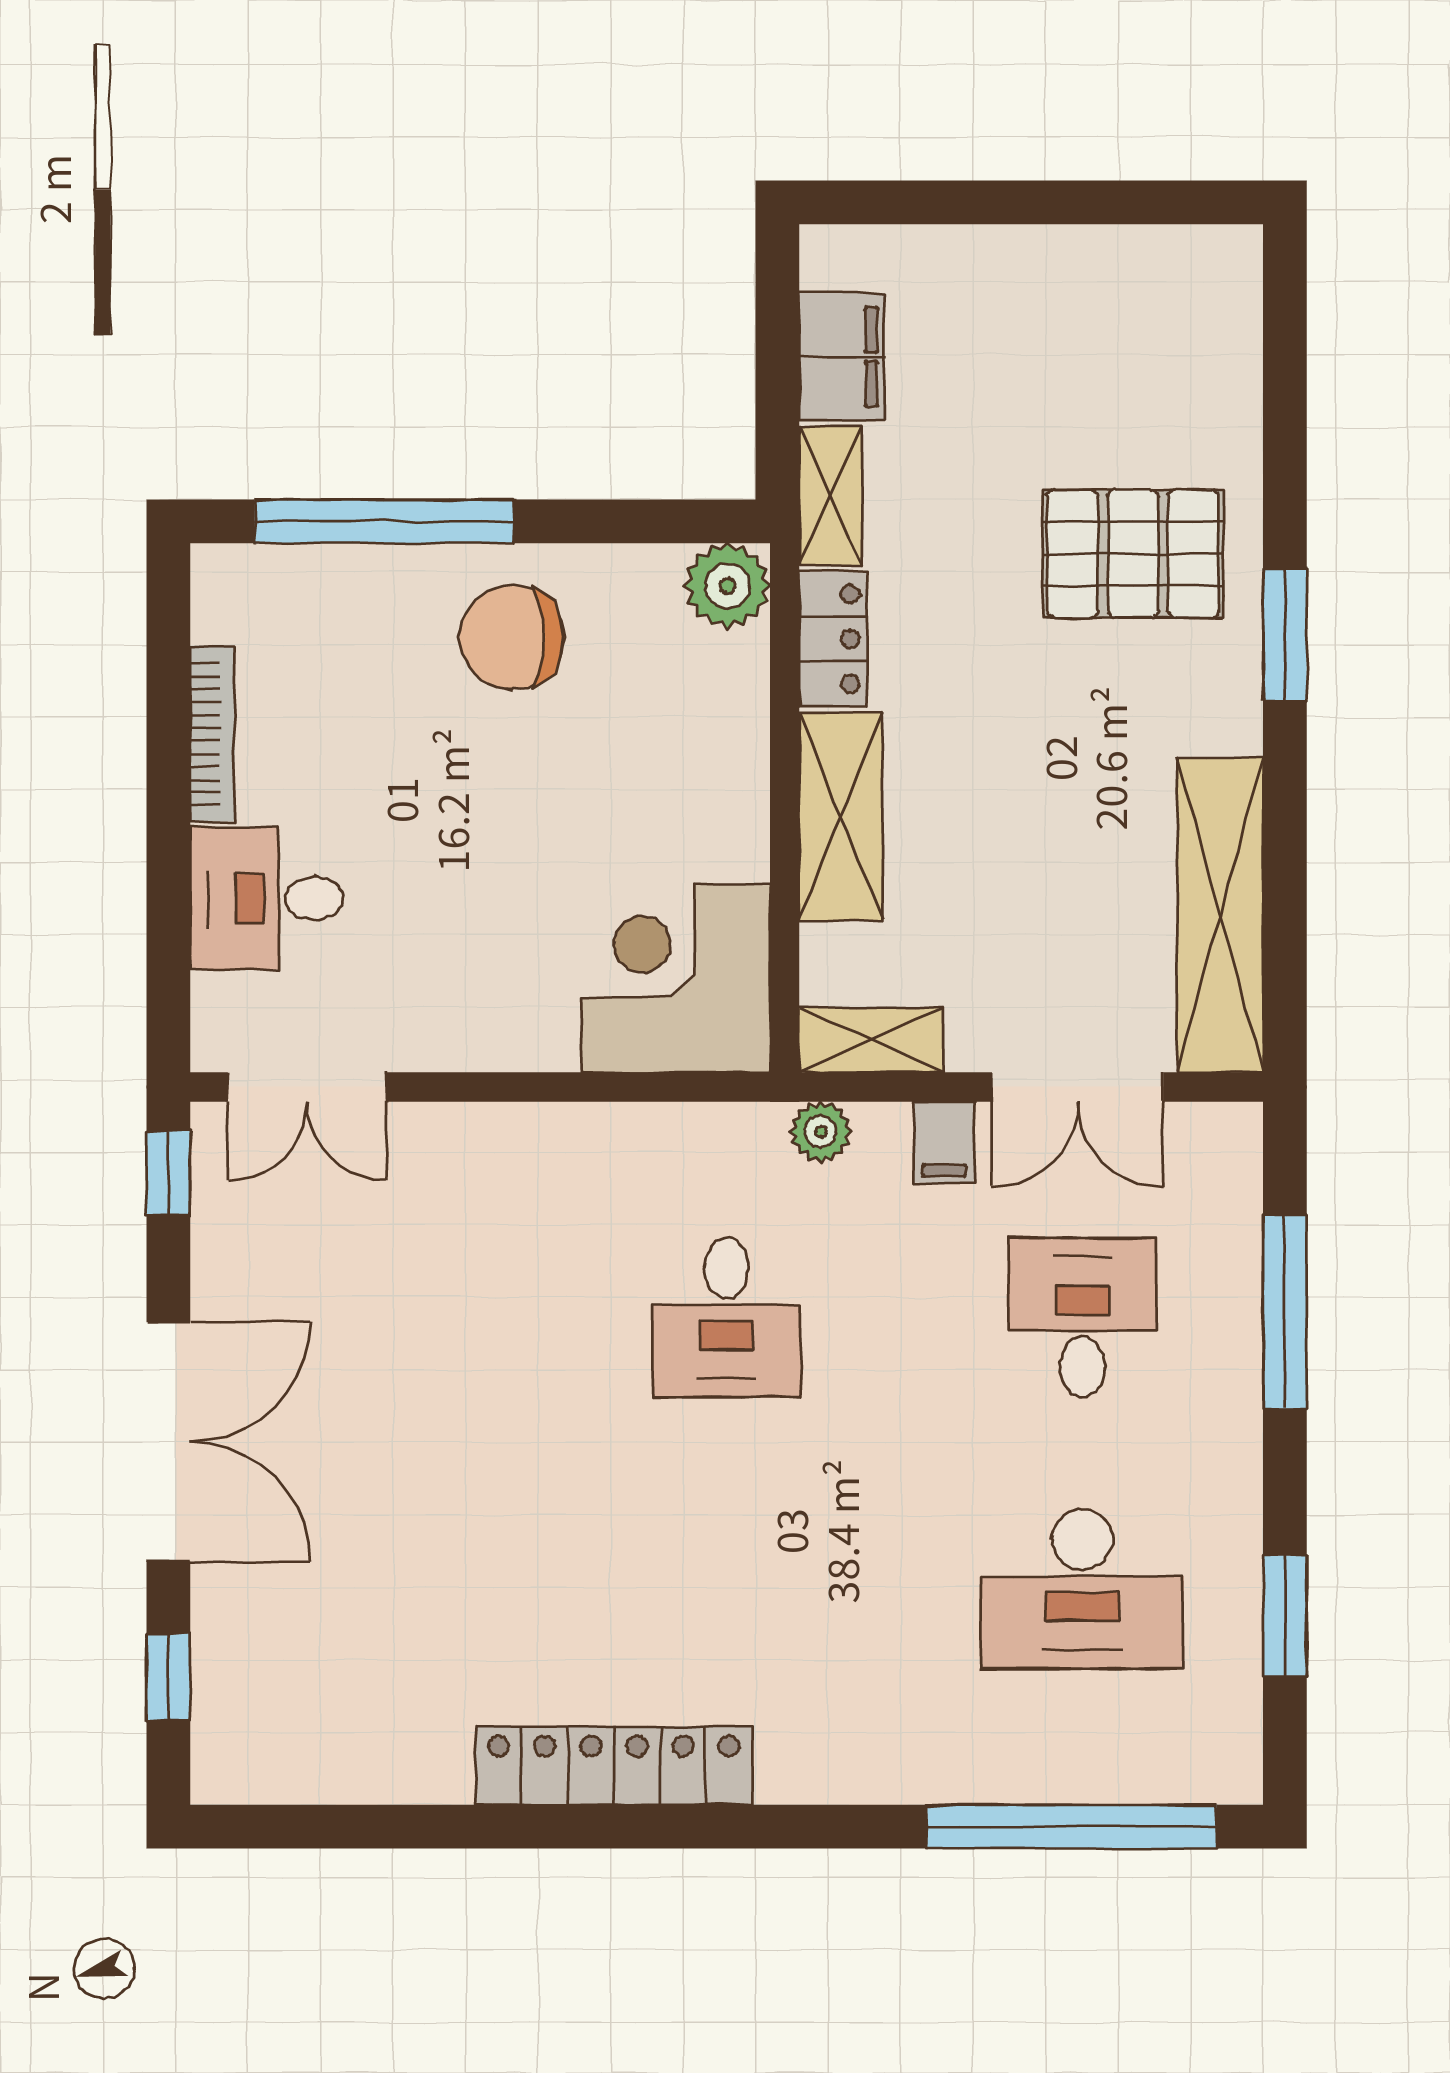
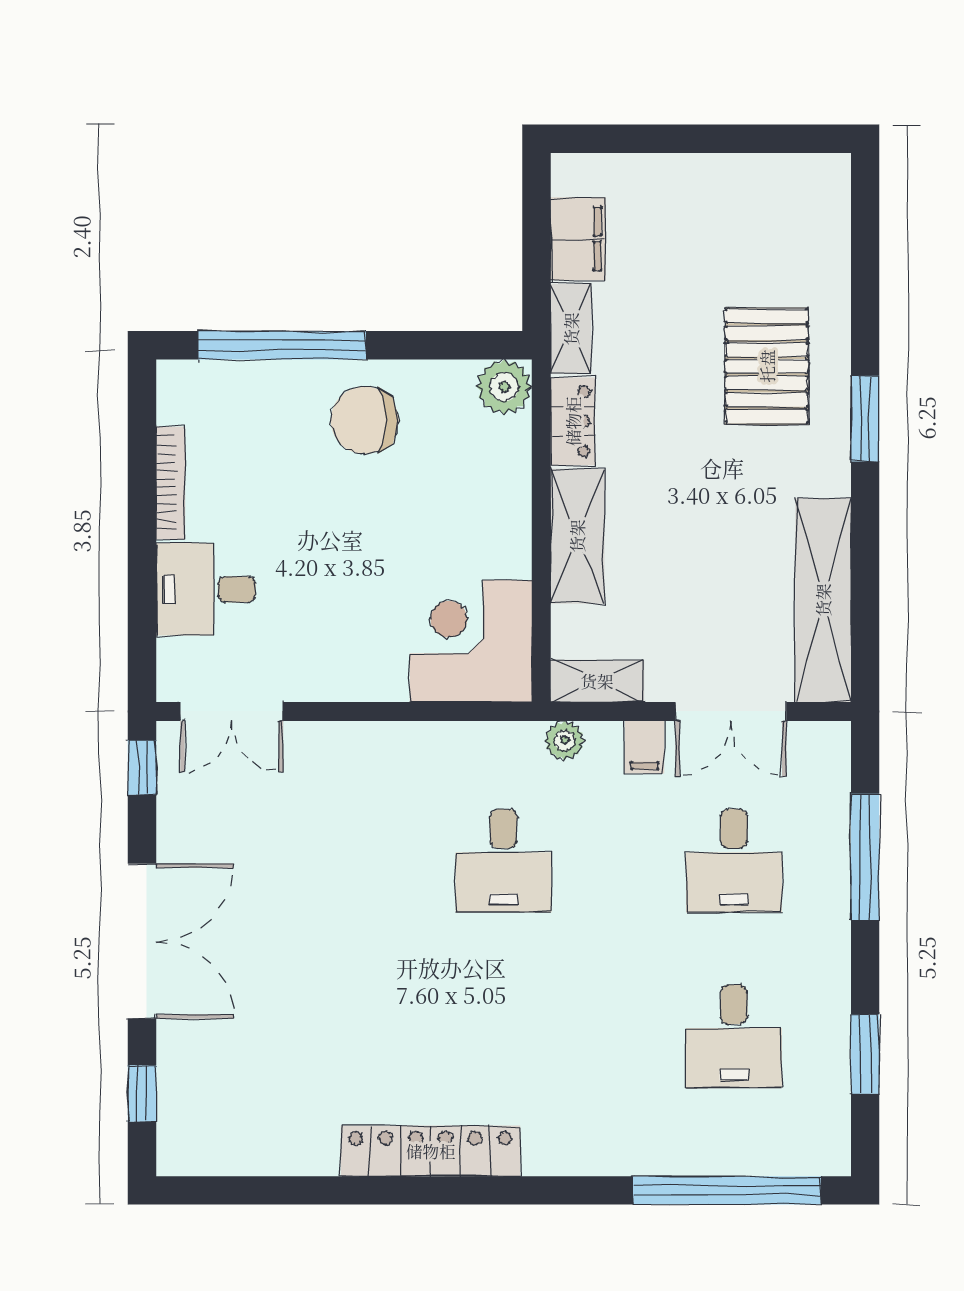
pallet: (1133, 554) -> (767, 366), turned 90
desk: (1082, 1318) -> (734, 861), turned 180
desk: (1082, 1589) -> (734, 1036), width x0.73

